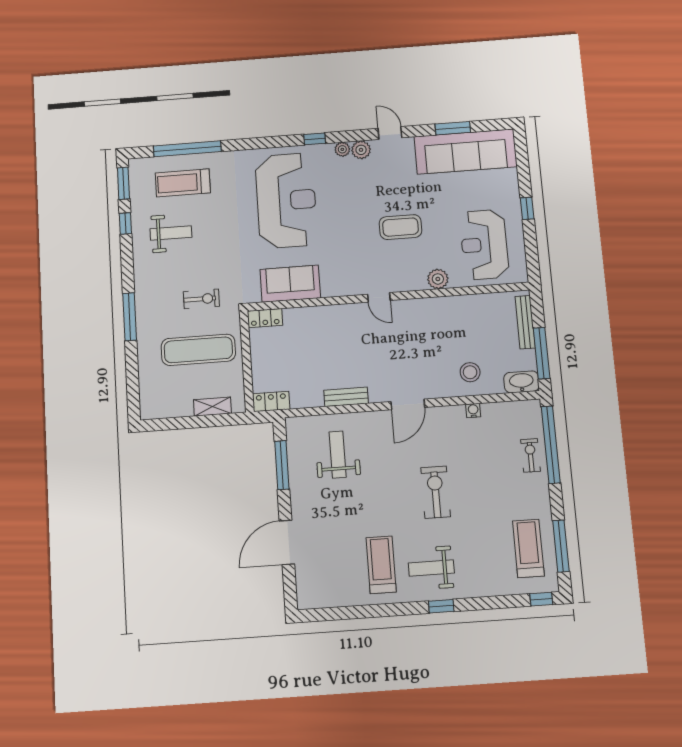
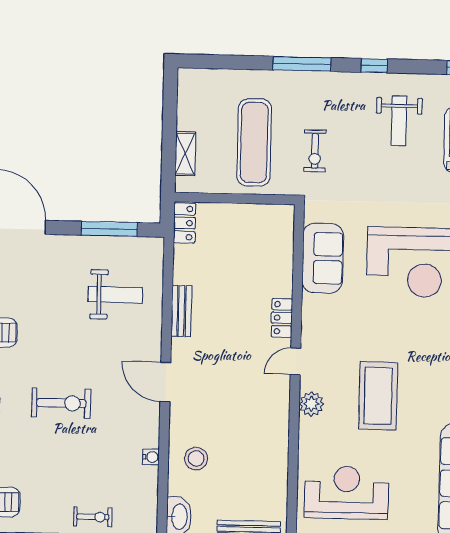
window: (125, 223) -> (374, 66), moved
coffee table: (400, 227) -> (378, 396), width x1.36, depth x1.32
plant: (438, 279) -> (311, 404), moved
locker: (265, 318) -> (282, 318), moved

